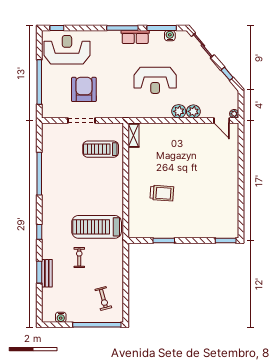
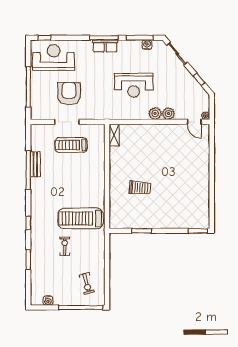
row of seats: (135, 37) -> (105, 46), moved
treadmill: (101, 149) -> (71, 145), moved
bench: (47, 273) -> (35, 164), moved

